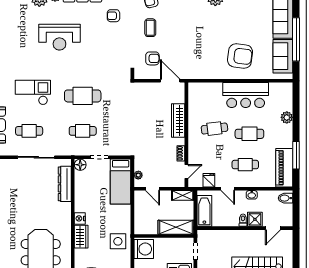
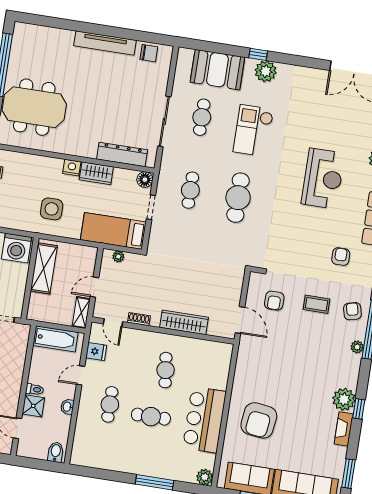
reception desk: (59, 37) -> (323, 179), turned 180
door: (170, 81) -> (240, 320), hinge flipped
checkout: (33, 92) -> (253, 131), turned 180
plant: (287, 117) -> (205, 477), moved
cafe table: (249, 134) -> (151, 417), turned 90
window: (296, 155) -> (154, 482), moved
piano: (284, 168) -> (97, 457), removed
door: (152, 189) -> (94, 287), moved
shelving: (176, 227) -> (44, 268), moved
wardrobe: (81, 237) -> (96, 173), moved
side table: (118, 241) -> (52, 209), moved

